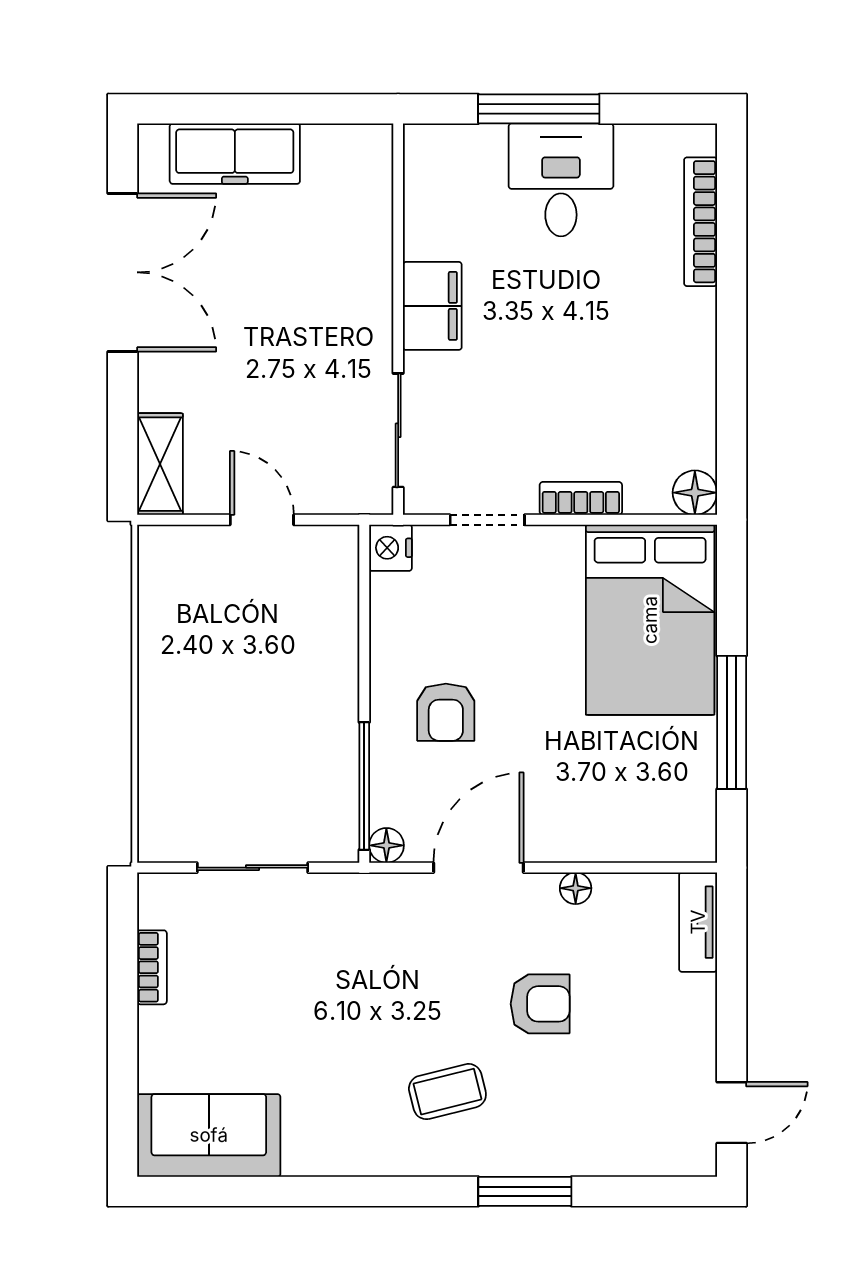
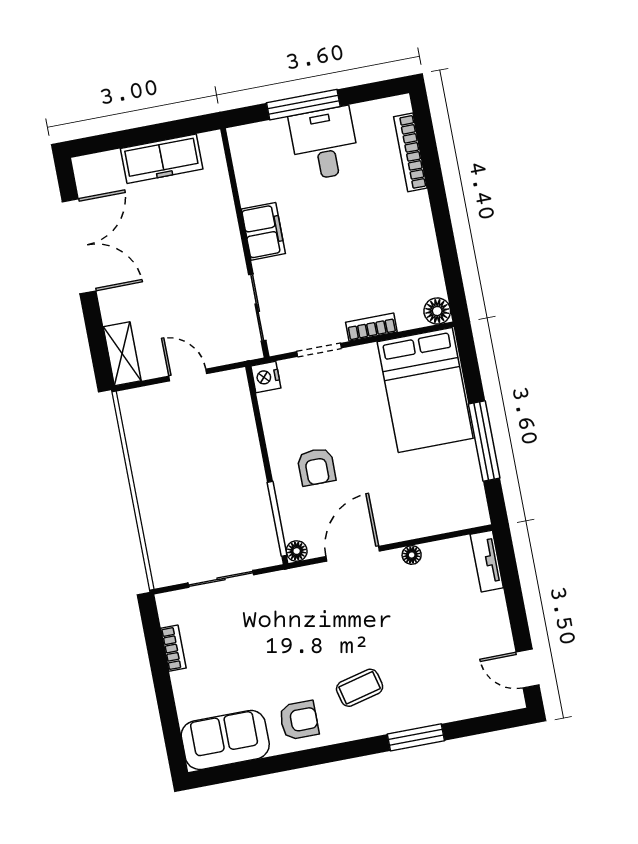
freezer: (235, 154) -> (162, 159), moved
armchair: (540, 1004) -> (299, 720), moved
door: (732, 1113) -> (528, 669), swing flipped

